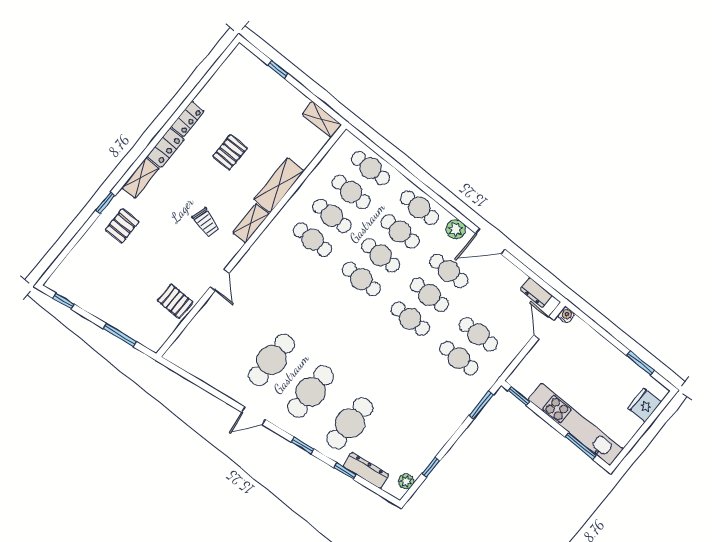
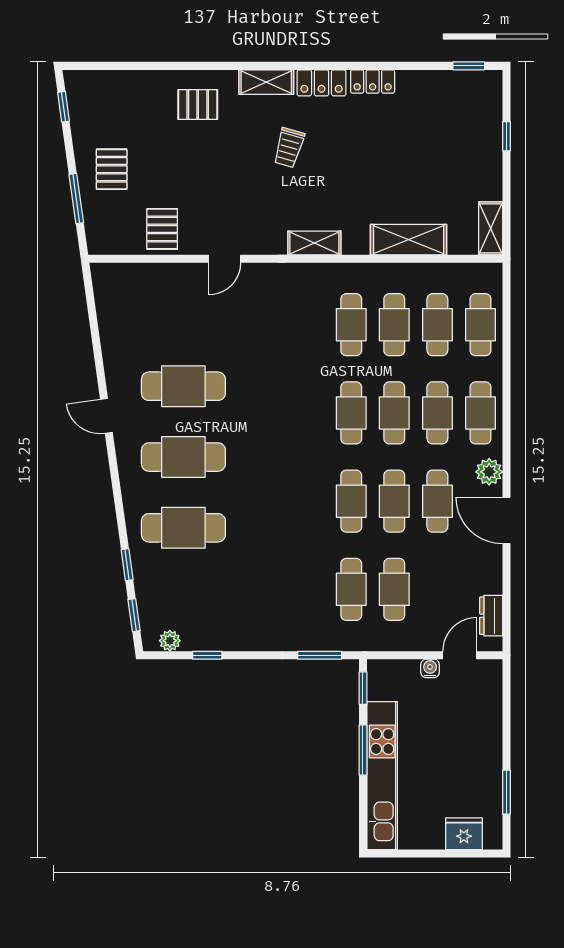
pallet: (230, 152) -> (112, 169), moved, turned 90
shelving: (279, 185) -> (409, 240), moved
window: (105, 203) -> (469, 66), moved
trolley: (206, 222) -> (289, 148), moved
water cooler: (566, 315) -> (430, 668), moved, turned -90
window: (303, 445) -> (134, 615), moved
window: (581, 446) -> (363, 750), moved
dresser: (366, 470) -> (146, 587), removed

